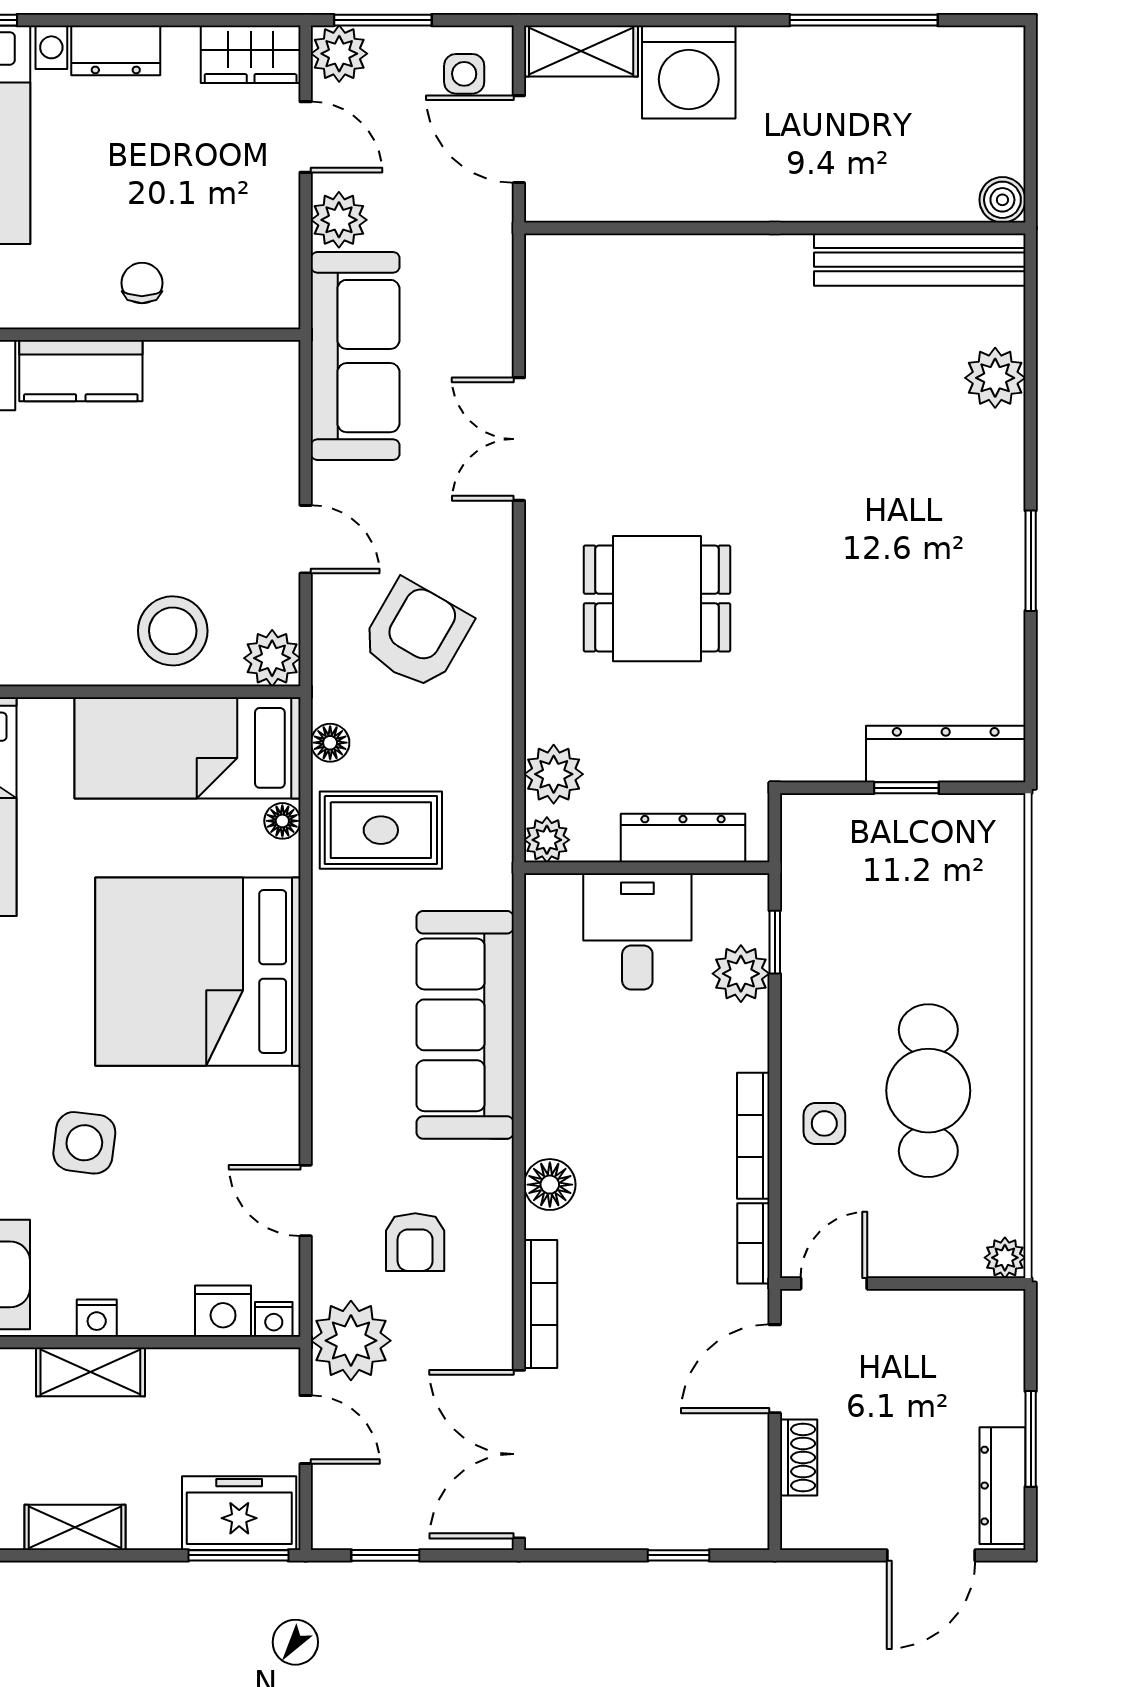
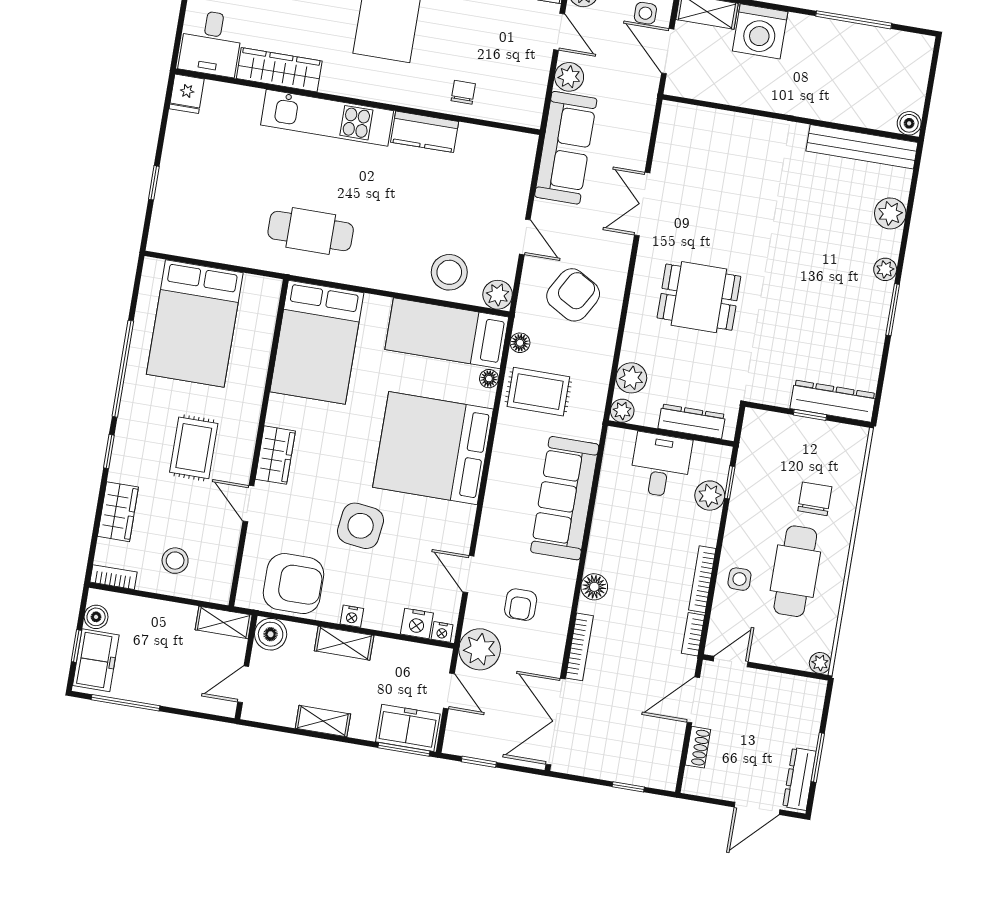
plant: (1003, 486) -> (885, 269), added
chair: (942, 946) -> (815, 499), added
side table: (84, 1143) -> (361, 526), width x1.37, depth x1.37

